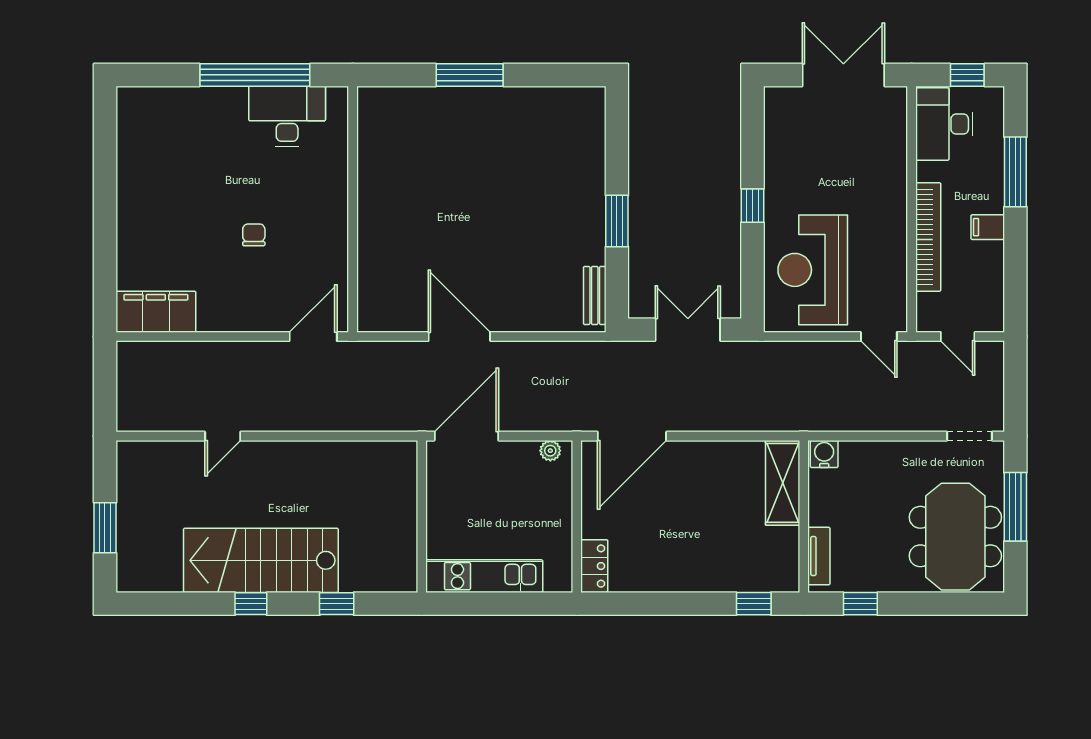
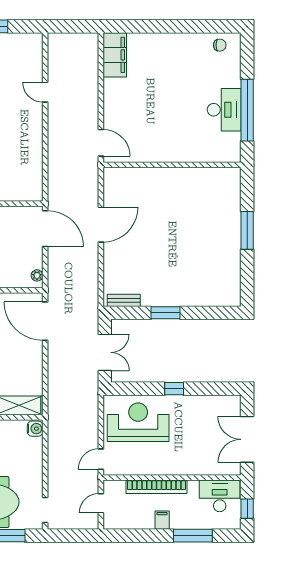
double door: (843, 75) -> (247, 439), swing flipped
desk: (287, 116) -> (224, 110), moved
chair: (254, 235) -> (220, 45), moved

